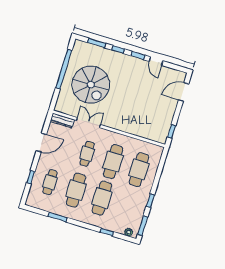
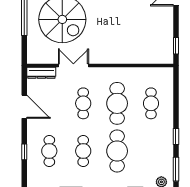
door: (41, 143) -> (24, 107), hinge flipped
cafe table: (139, 170) -> (151, 103), width x0.73, depth x0.74
cafe table: (76, 190) -> (83, 151), width x0.73, depth x0.74

